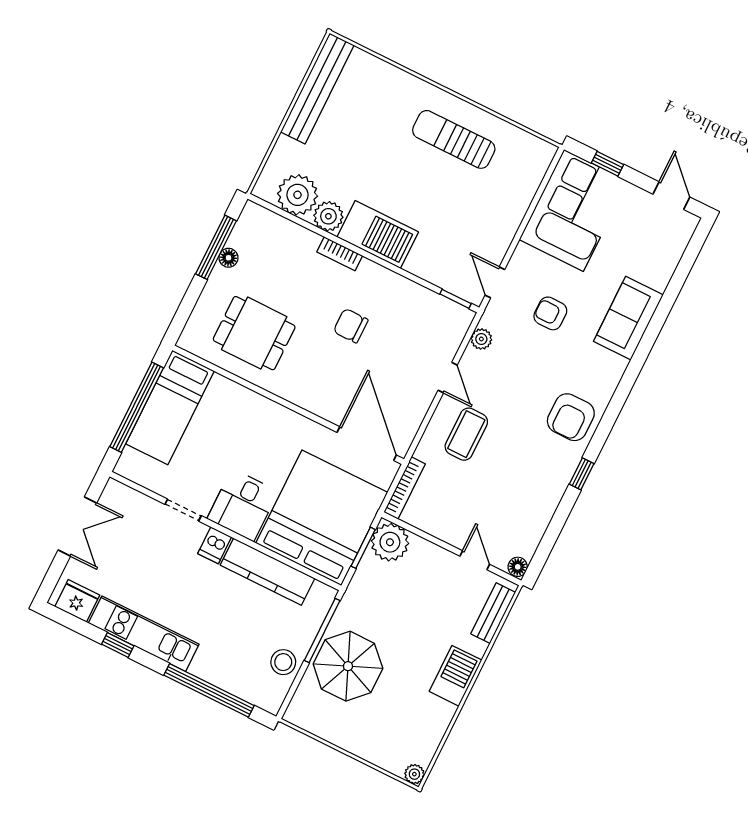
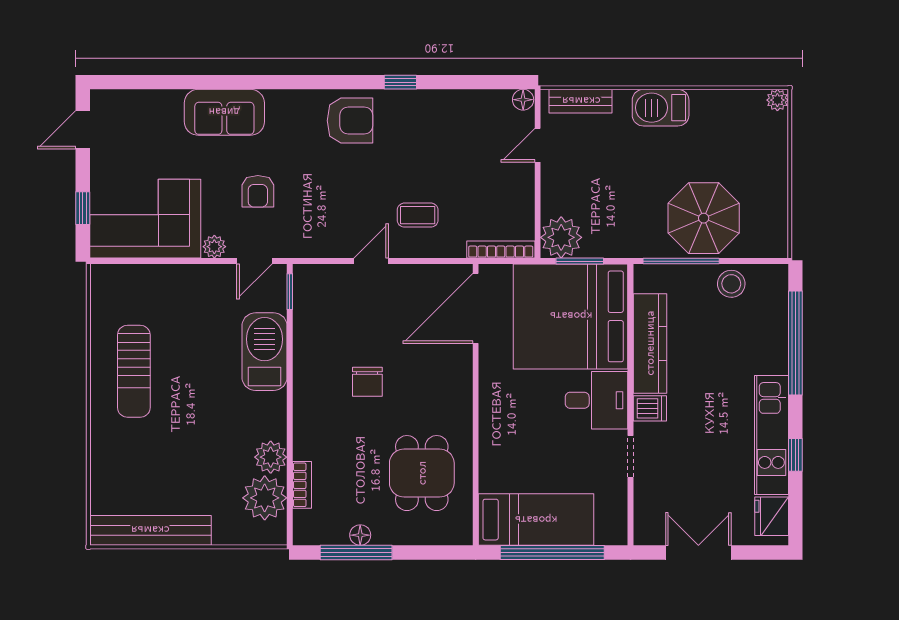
barbecue: (378, 235) -> (264, 352), moved
bookcase: (340, 254) -> (302, 485), moved
plant: (481, 339) -> (214, 247), moved
coffee table: (466, 434) -> (418, 215), width x0.73, depth x0.77

